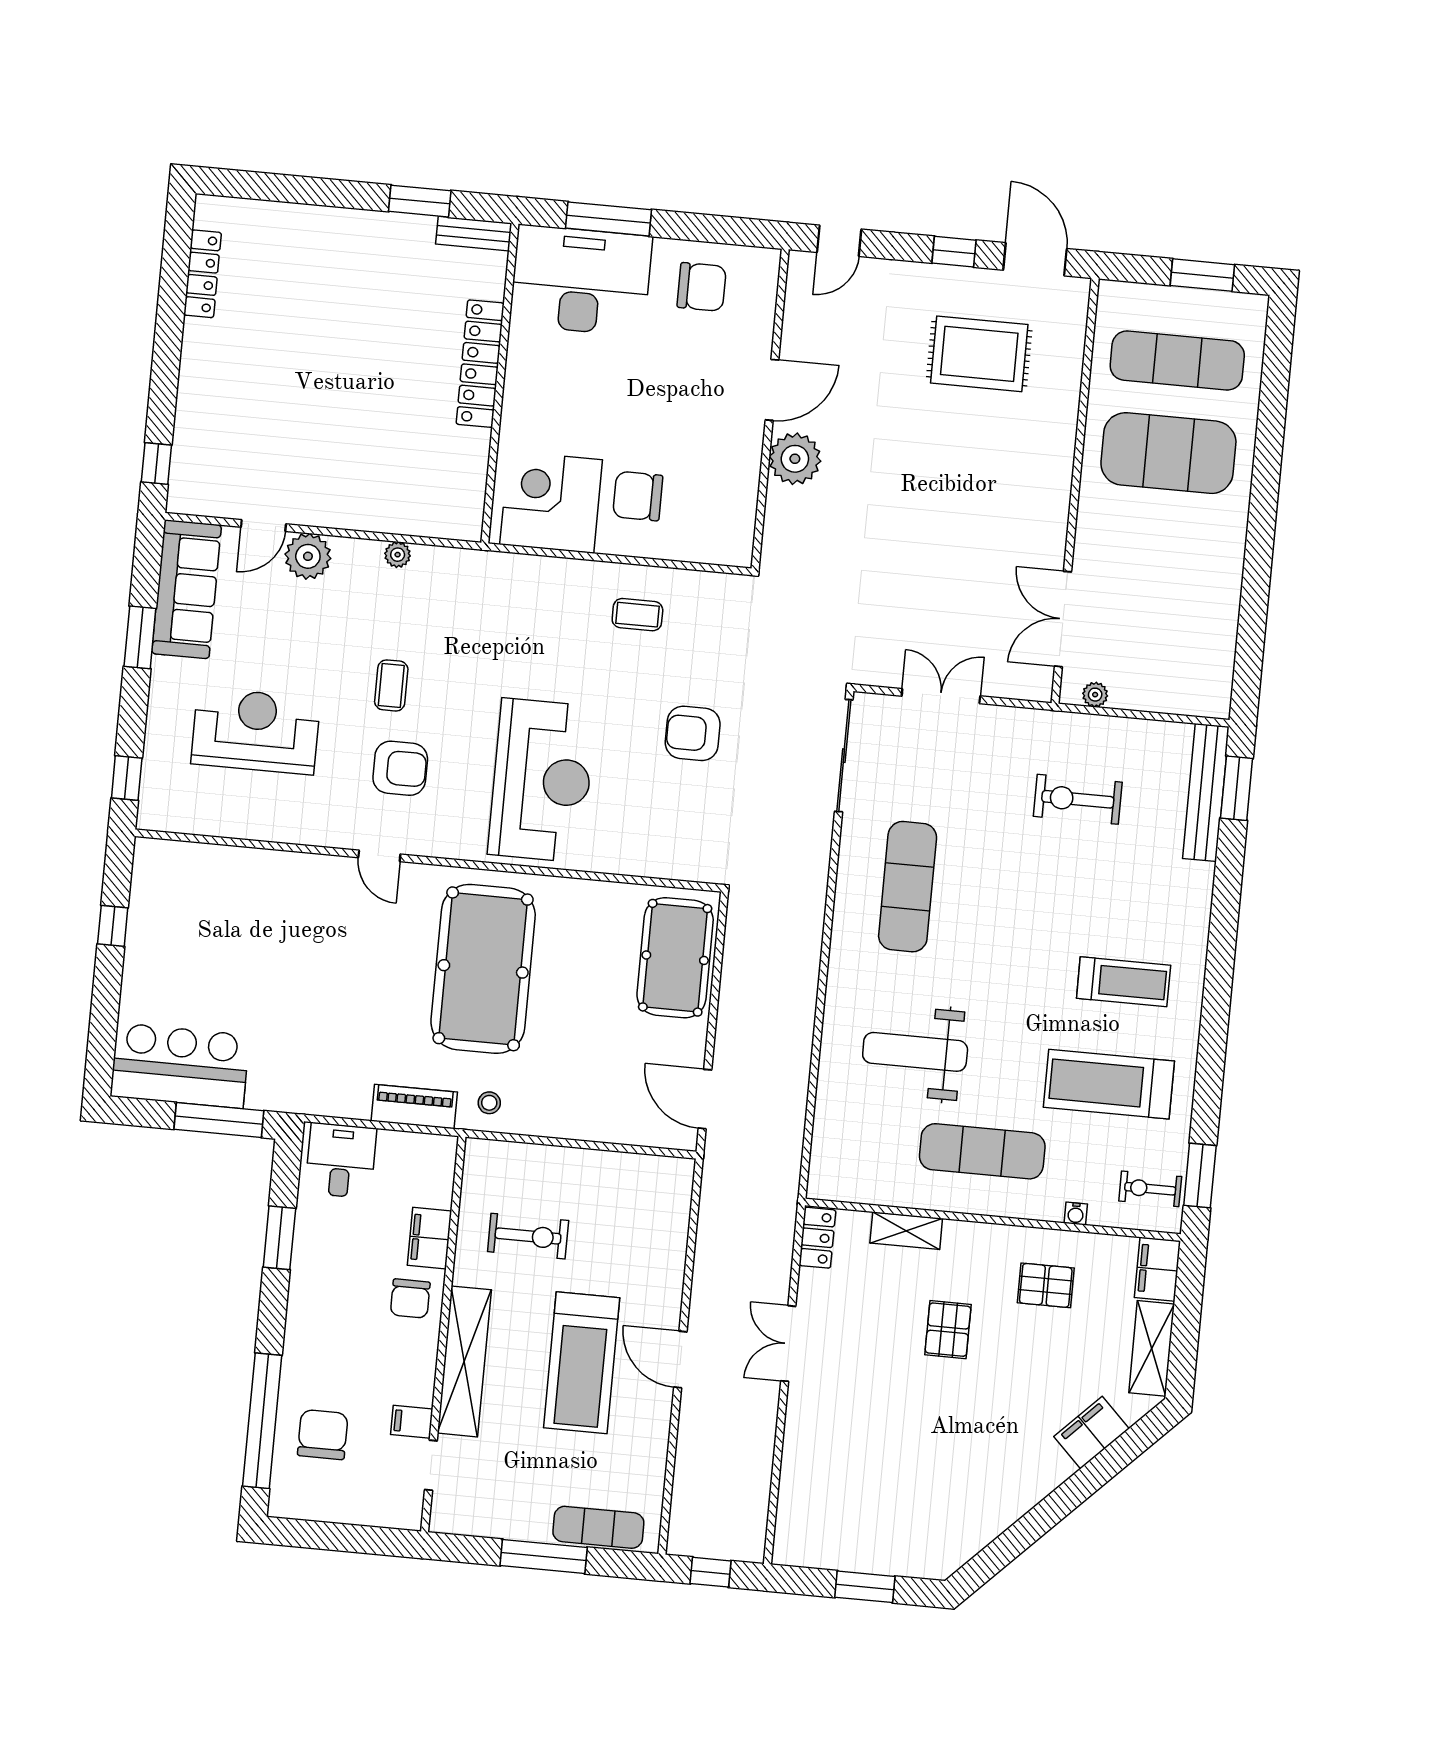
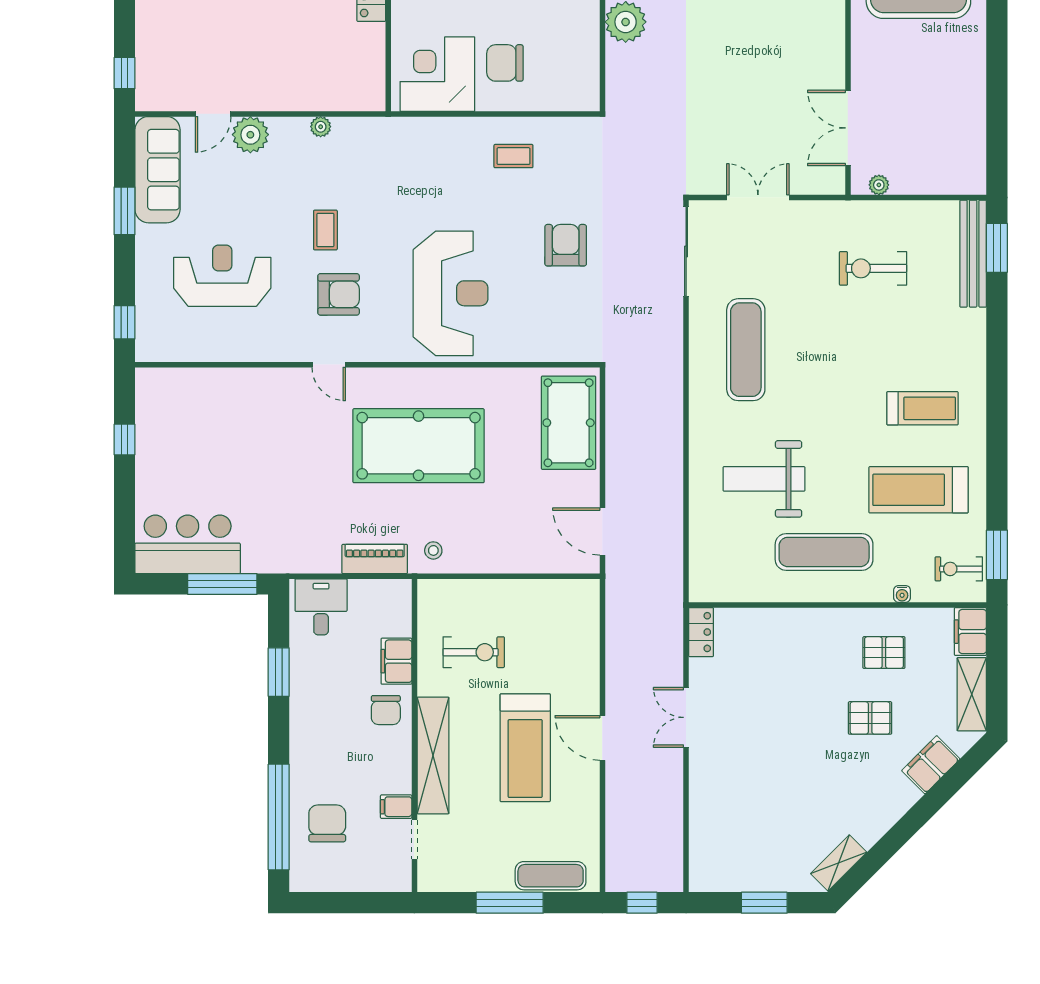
armchair: (693, 733) -> (566, 245), turned 90
pool table: (483, 969) -> (419, 446), turned 90
shelving: (906, 1231) -> (839, 863), moved, turned -45
pallet: (948, 1330) -> (870, 718), moved, turned 90

